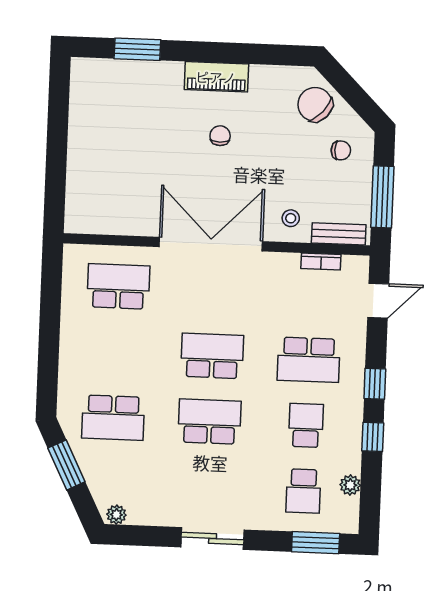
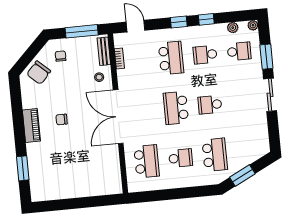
school desk: (118, 286) -> (147, 161), turned 180
school desk: (116, 352) -> (181, 158), added
school desk: (210, 422) -> (210, 105), width x0.54
plant: (116, 515) -> (253, 25), moved
window: (316, 543) -> (266, 57), moved

